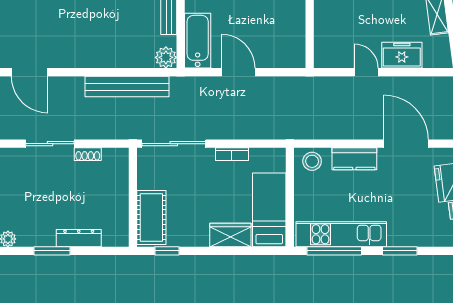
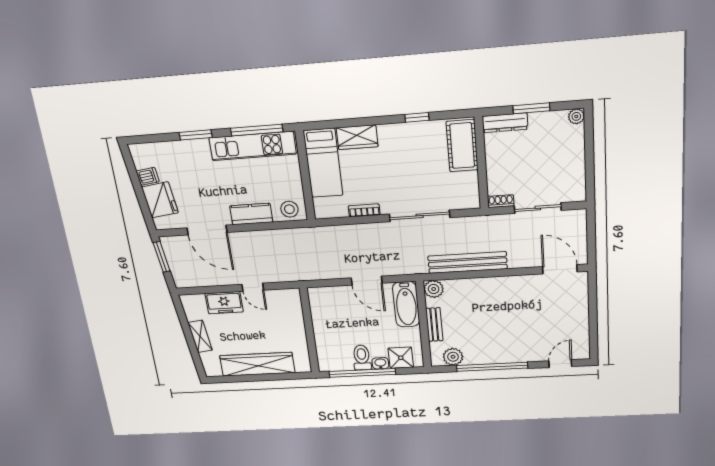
wall: (133, 197) -> (481, 163), moved
cot: (151, 217) -> (462, 146), moved

